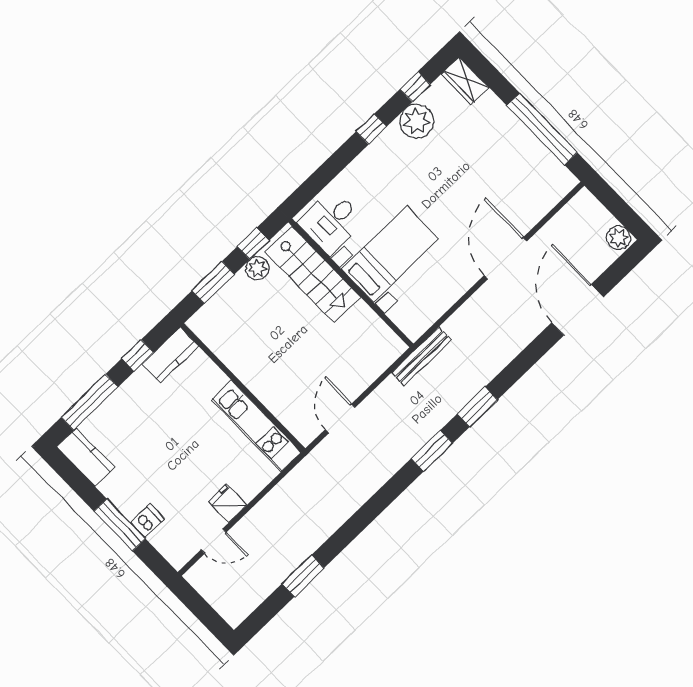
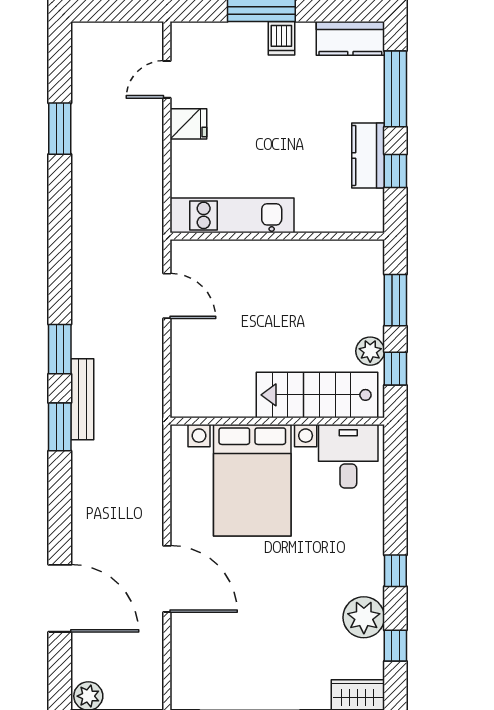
bed with nightstands: (390, 254) -> (252, 480), width x1.36
kitchen counter: (170, 355) -> (368, 155), moved
bench: (421, 356) -> (82, 399), moved
dishwasher: (147, 521) -> (281, 38), moved

